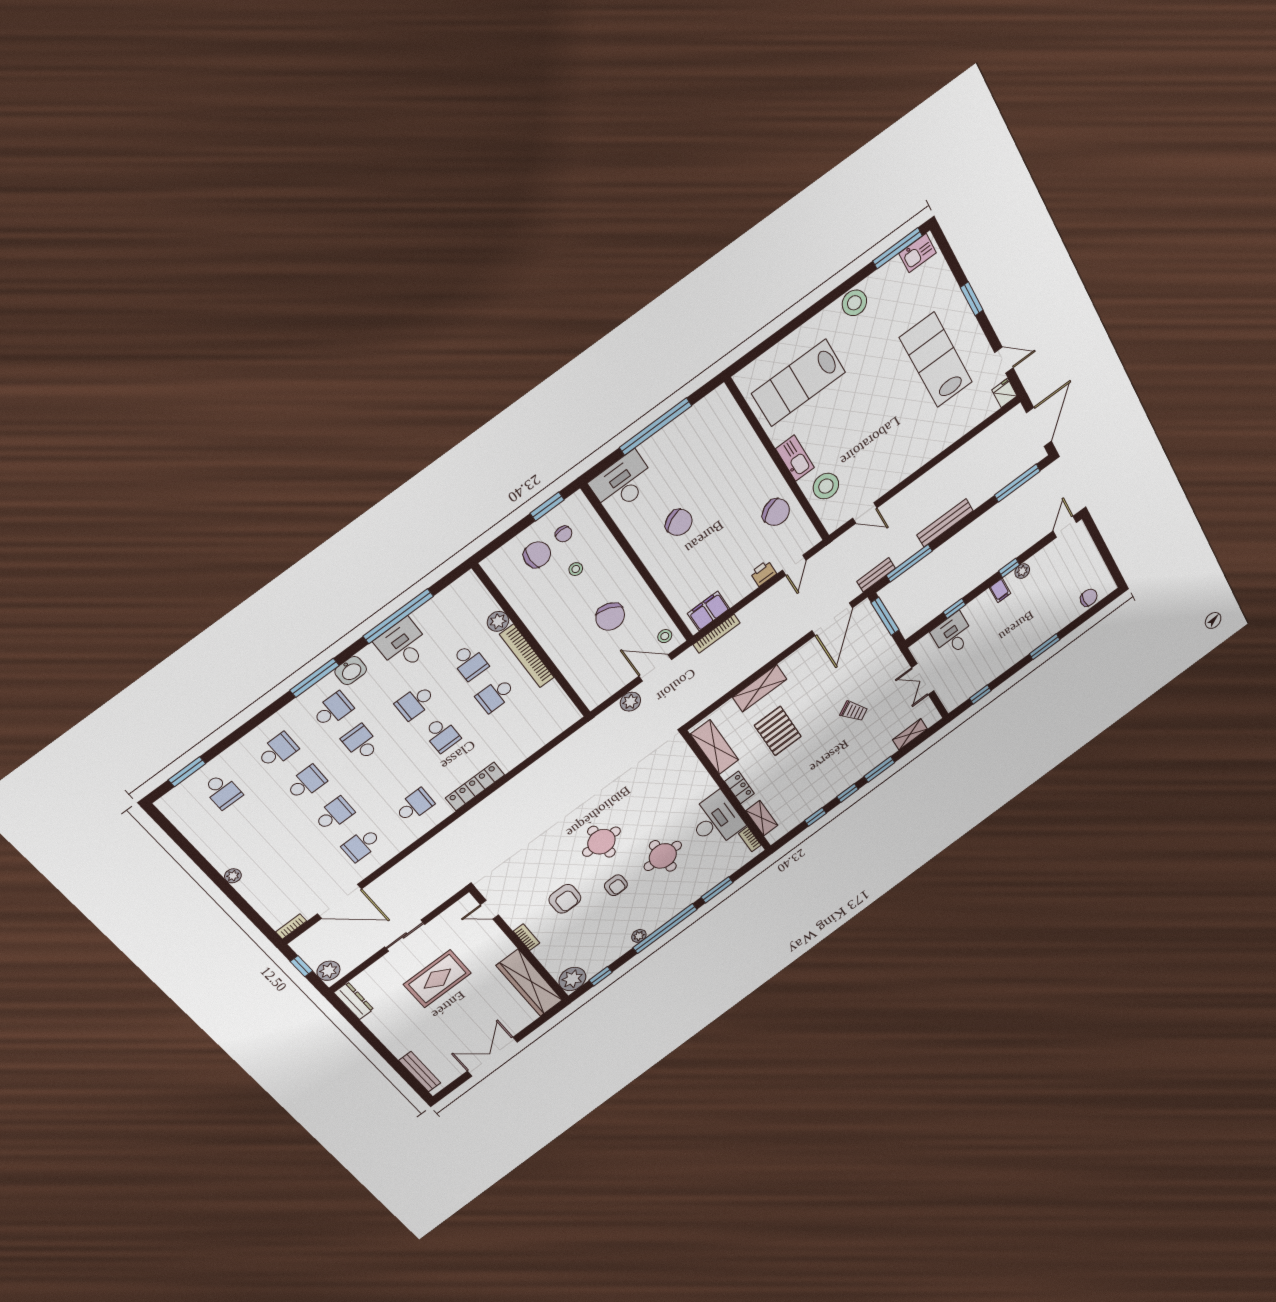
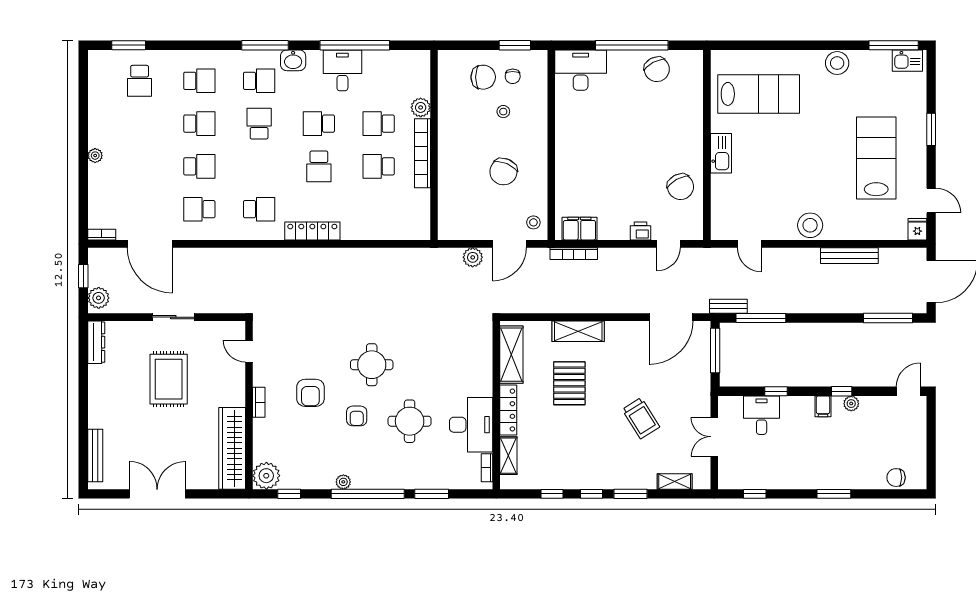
lab bench: (799, 383) -> (759, 94), turned 180
stool: (826, 486) -> (810, 225), moved
chair: (679, 522) -> (657, 69), moved
bench: (945, 523) -> (849, 256), moved
chair: (1089, 598) -> (896, 478), turned 180
school desk: (470, 662) -> (379, 124), turned 90
door: (655, 668) -> (509, 244), swing flipped
trolley: (854, 711) -> (641, 418), width x1.36, depth x1.39
locker: (740, 787) -> (508, 410), width x1.53
rug: (437, 979) -> (169, 379), turned 90

